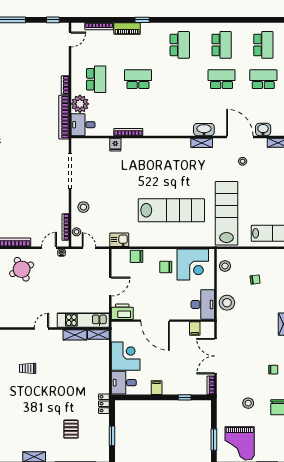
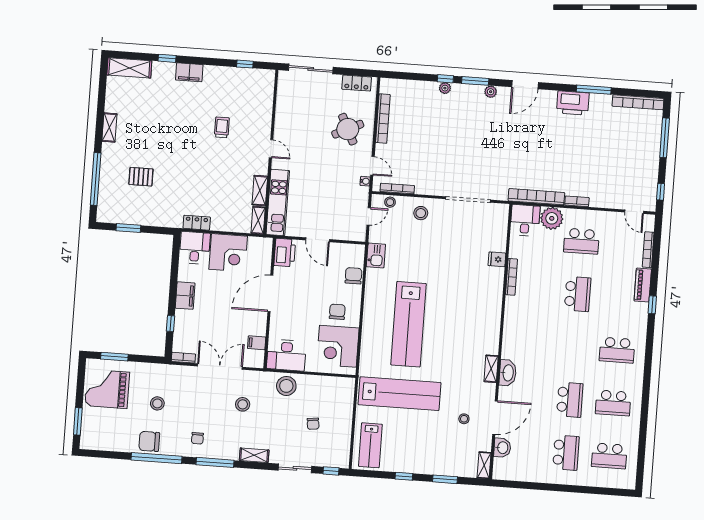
stool: (225, 266) -> (243, 404), moved
filing cabinet: (157, 388) -> (185, 296), width x2.00
locker: (104, 404) -> (197, 223), moved

